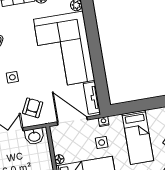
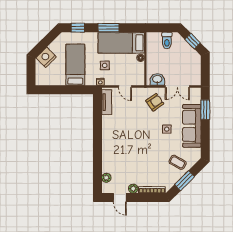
corner sofa: (64, 50) -> (122, 144), removed
armchair: (33, 108) -> (155, 102), turned -151
door: (72, 121) -> (125, 86), width x0.53

